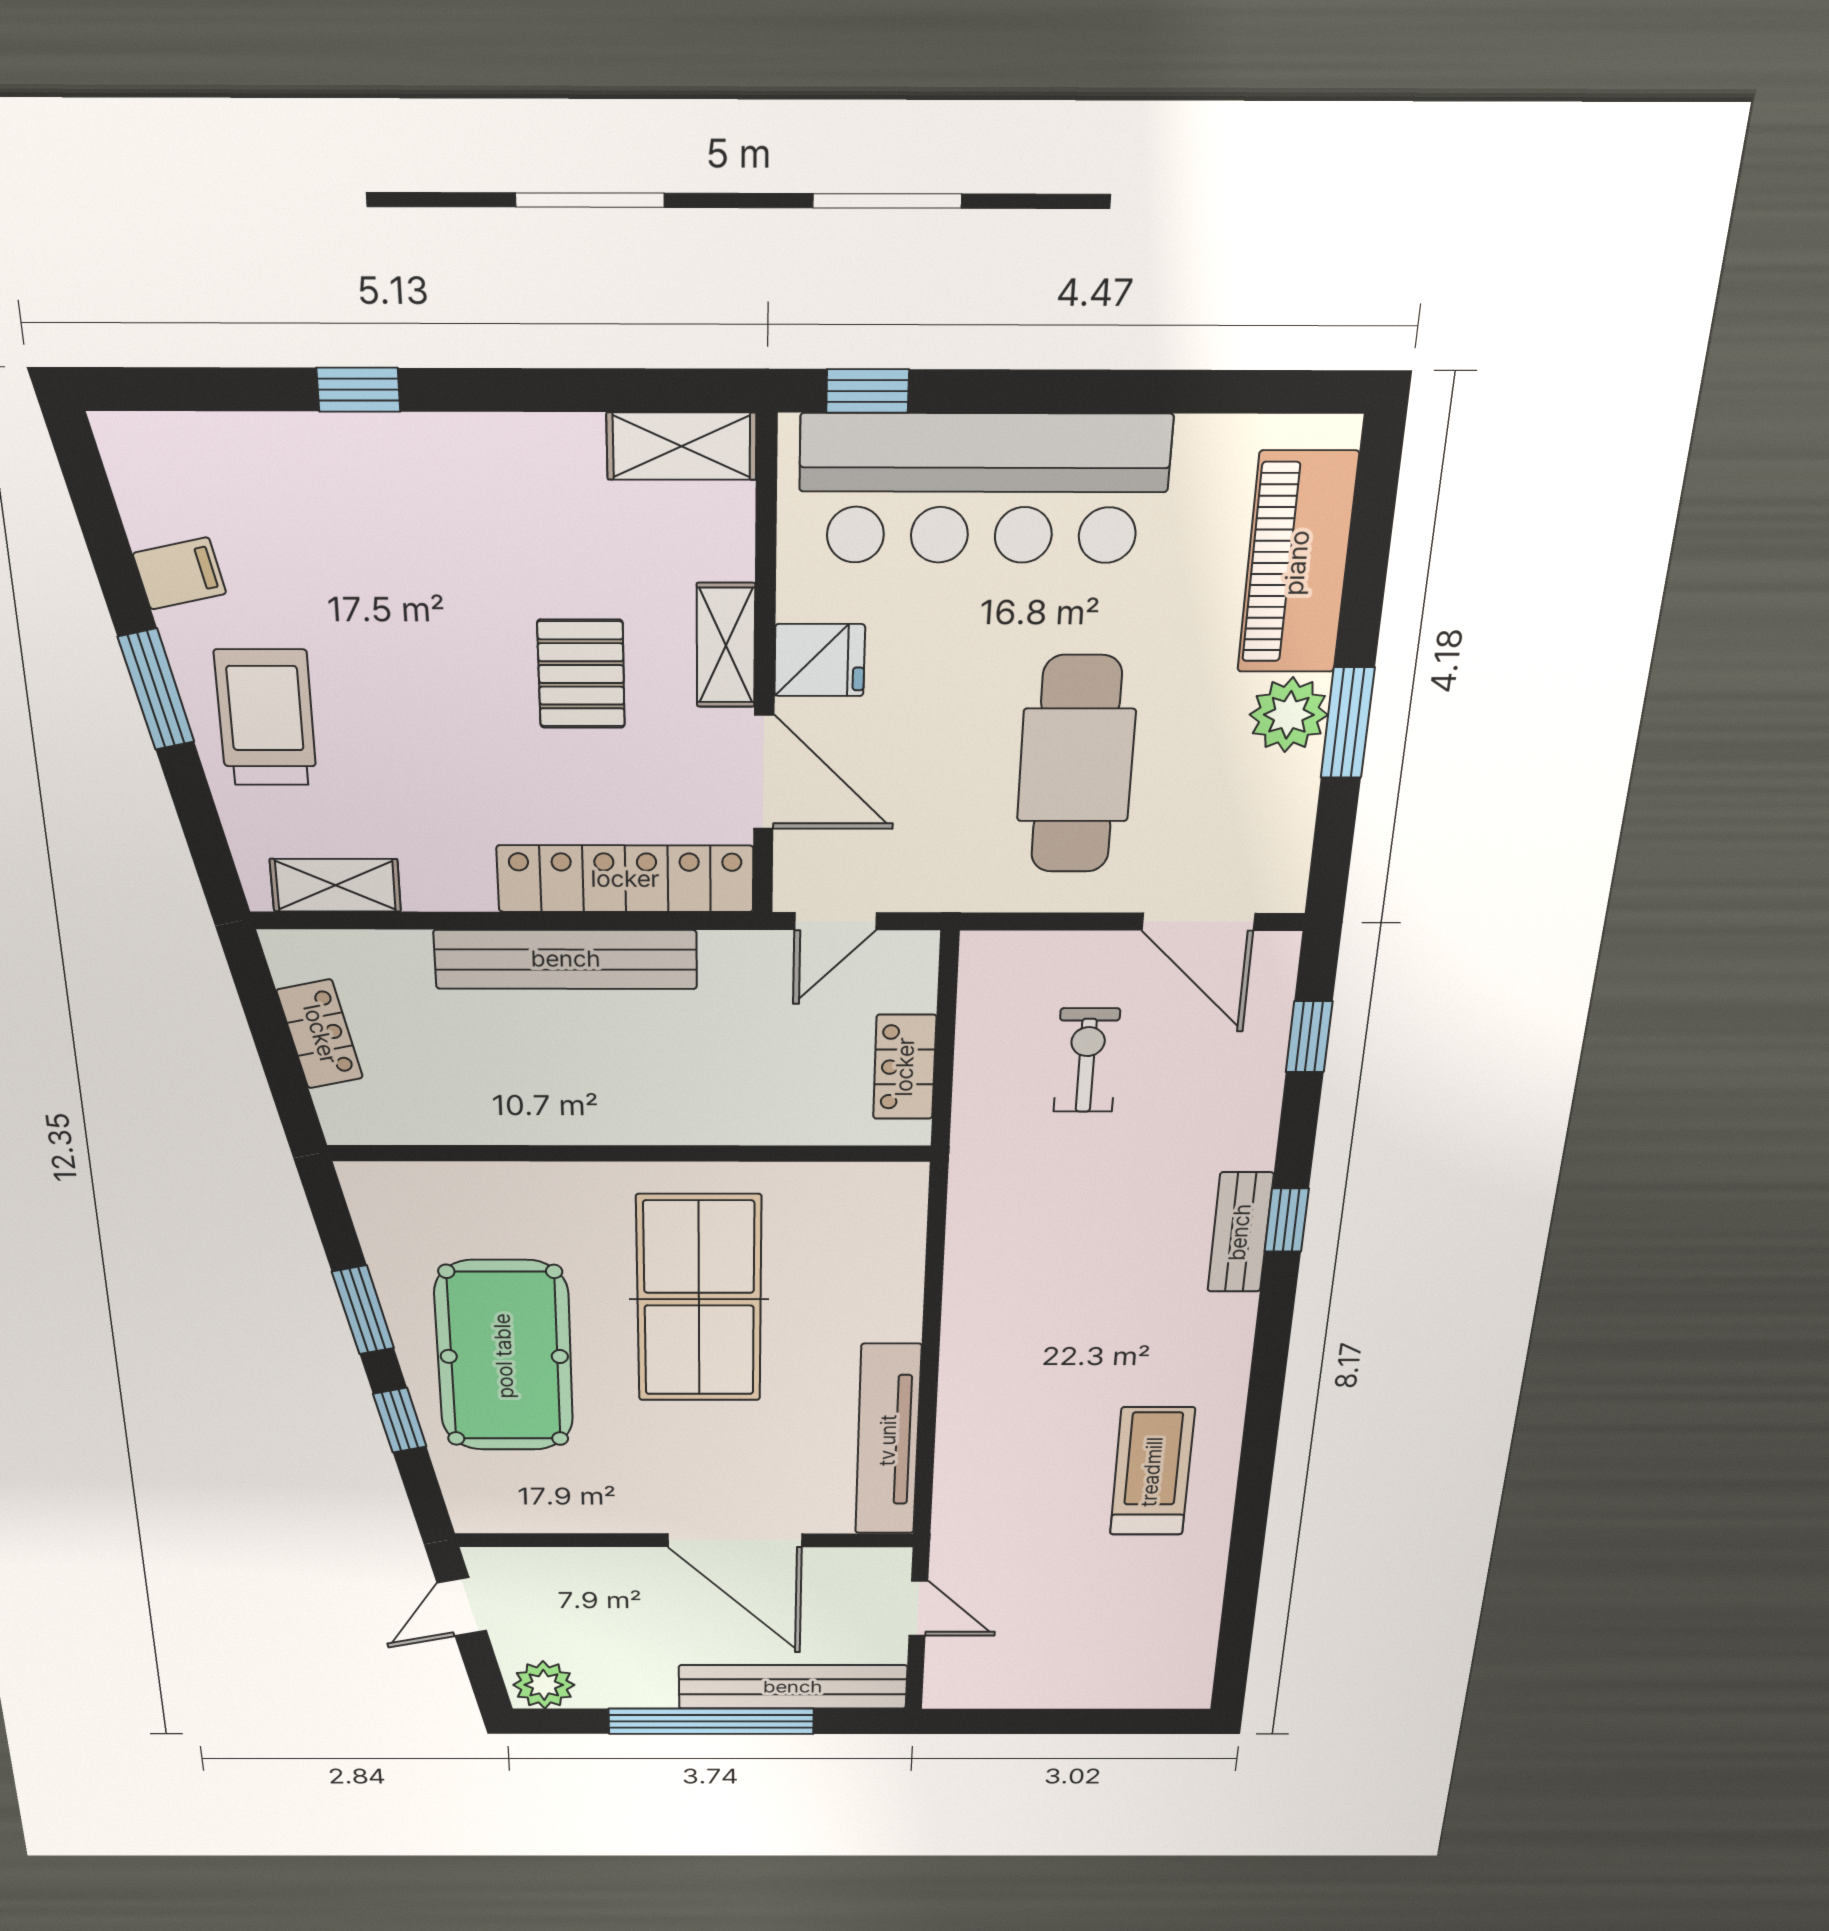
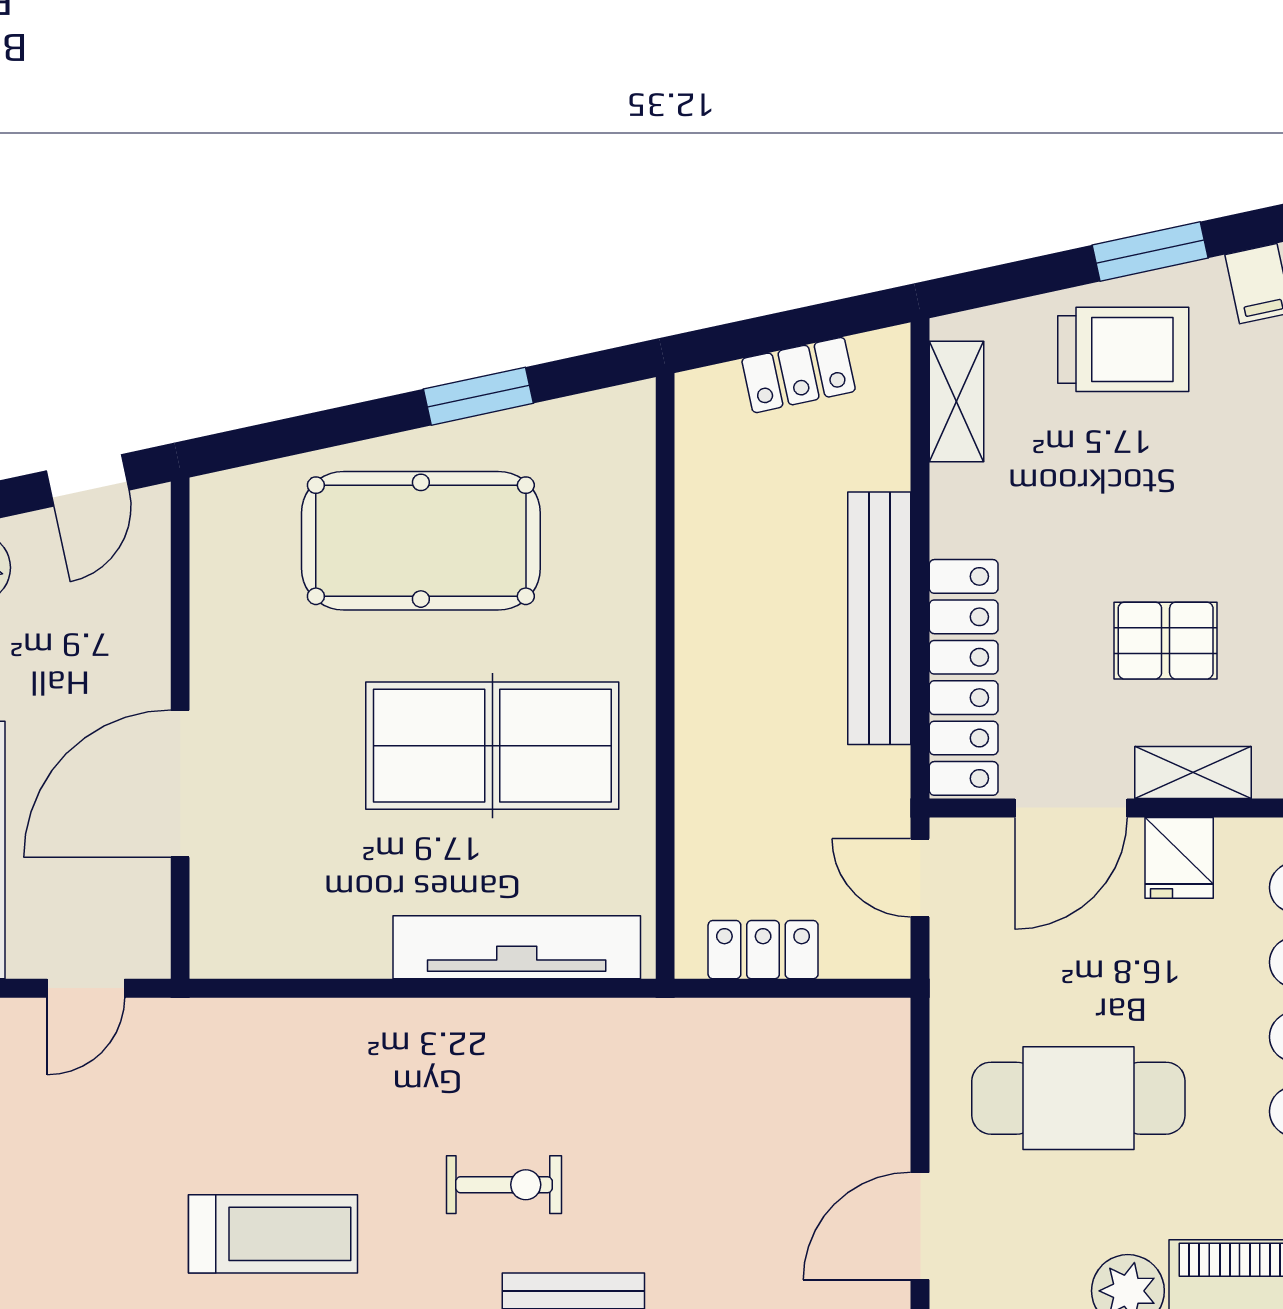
exercise bike: (1087, 1060) -> (504, 1185), moved
window: (400, 1420) -> (339, 426), removed
tv unit: (888, 1440) -> (517, 947), moved
door: (462, 1607) -> (88, 480), swing flipped

